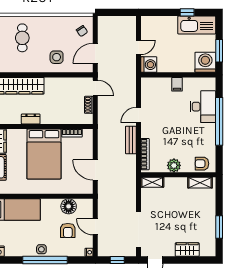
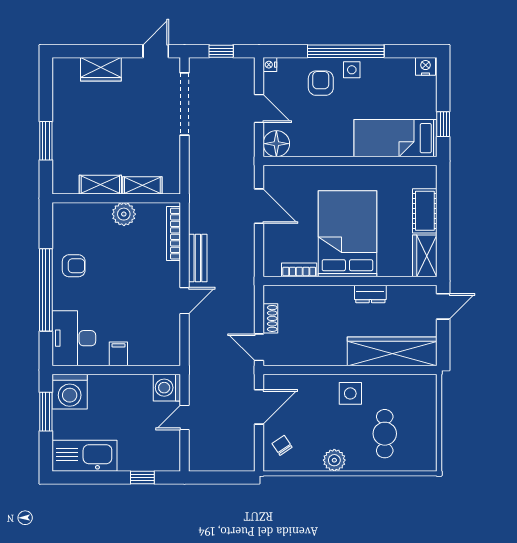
window: (187, 12) -> (142, 478), moved
plant: (52, 22) -> (334, 460), added
side table: (57, 57) -> (350, 393), moved
desk: (203, 107) -> (74, 338), moved
armchair: (202, 164) -> (74, 266), moved
shelving: (152, 182) -> (142, 185), moved
shelving: (200, 183) -> (100, 185), moved
floor lamp: (69, 206) -> (276, 144), moved
window: (219, 227) -> (46, 141), moved
armchair: (68, 230) -> (321, 83), moved

